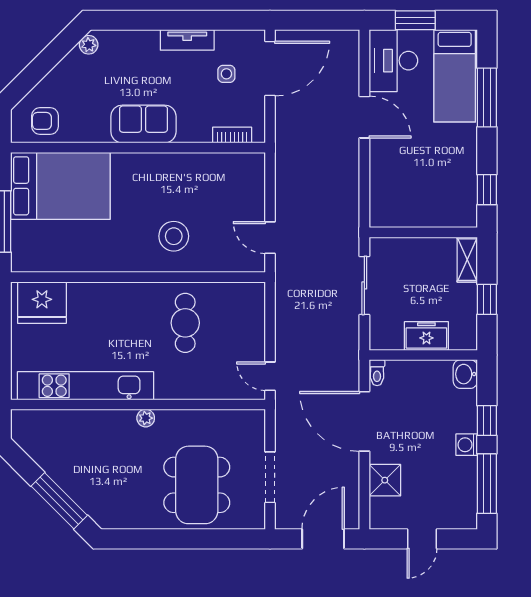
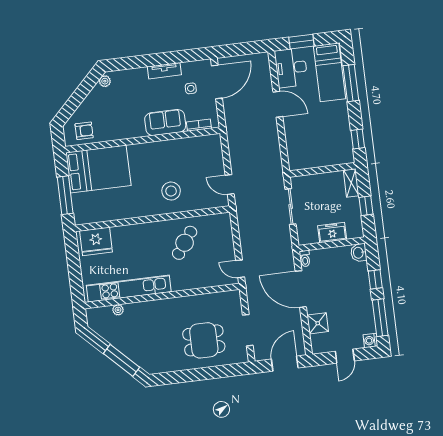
armchair: (45, 121) -> (84, 131), turned 180
sofa: (143, 124) -> (165, 123), moved
cafe table: (185, 323) -> (185, 243), turned 36
plant: (146, 418) -> (118, 310), moved
washing machine: (467, 445) -> (370, 340), moved
dining table: (197, 485) -> (204, 340), width x0.73

